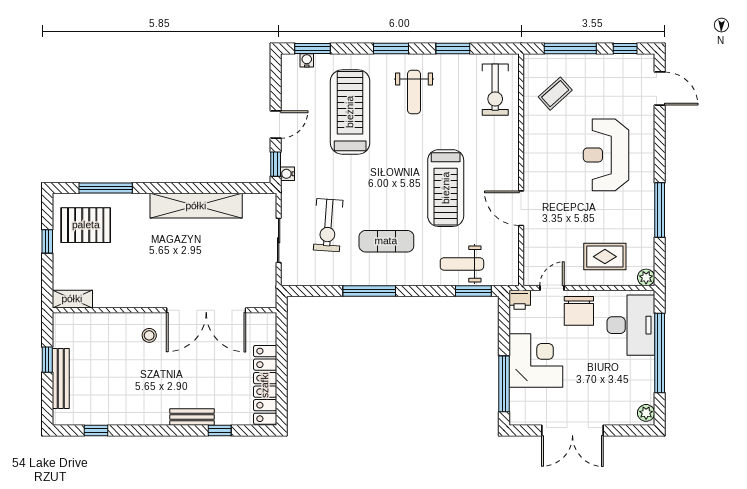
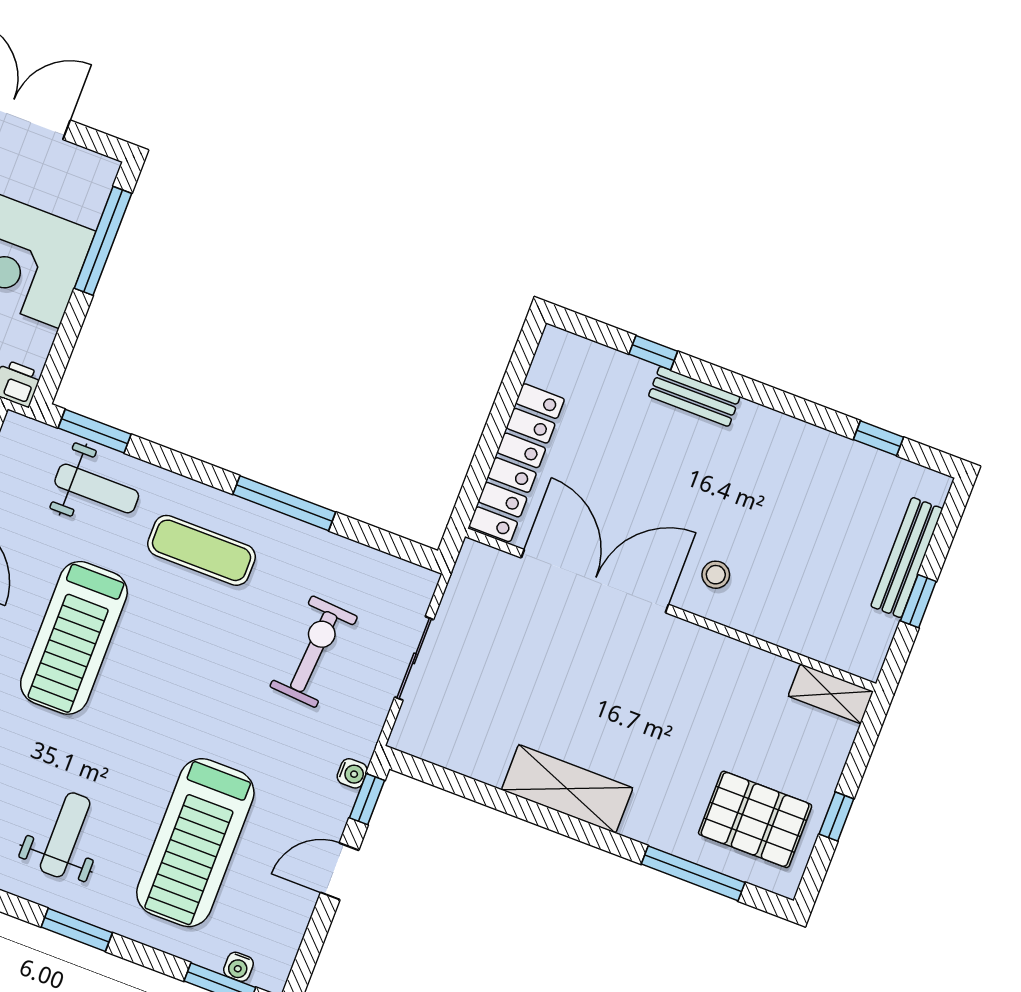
treadmill: (446, 188) -> (74, 638), turned 180
shelving: (196, 206) -> (567, 789), width x0.68
exercise mat: (386, 241) -> (202, 550), moved
locker: (265, 385) -> (517, 463), moved

